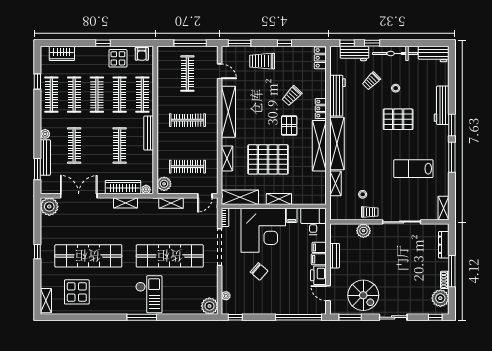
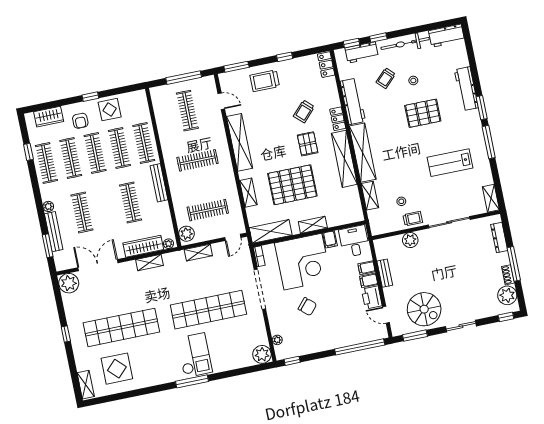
armchair: (142, 54) -> (80, 121), moved

